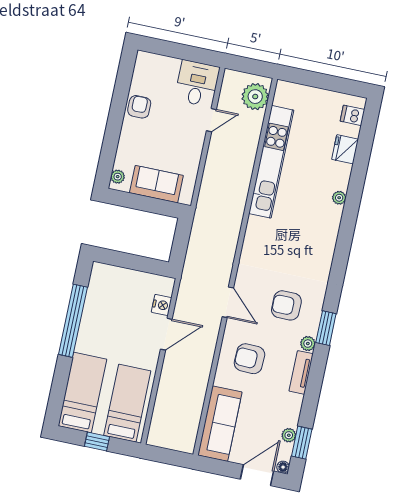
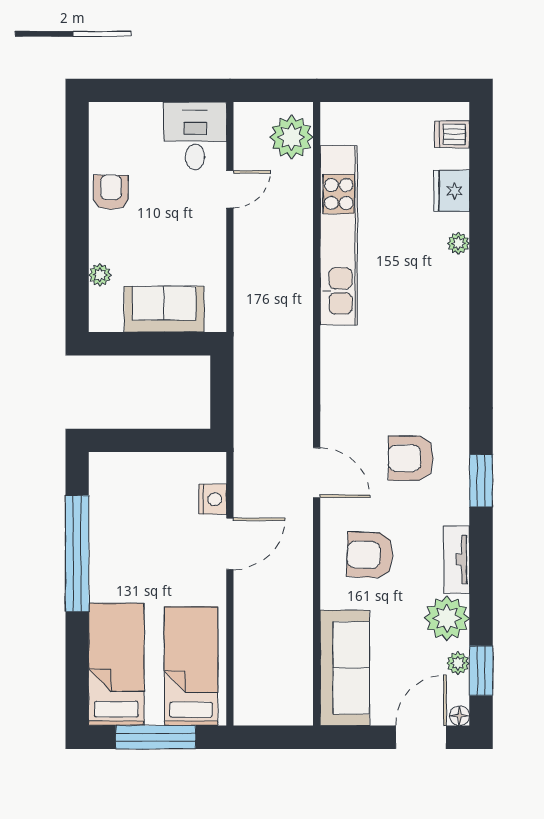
plant: (118, 177) -> (100, 275), moved
plant: (339, 198) -> (458, 243), moved
plant: (308, 344) -> (447, 618), moved, width x1.88, depth x1.88
window: (97, 441) -> (156, 737), width x2.17

